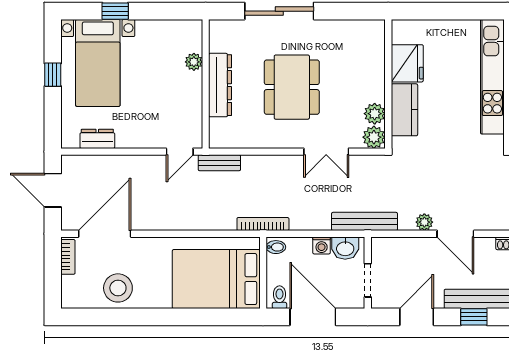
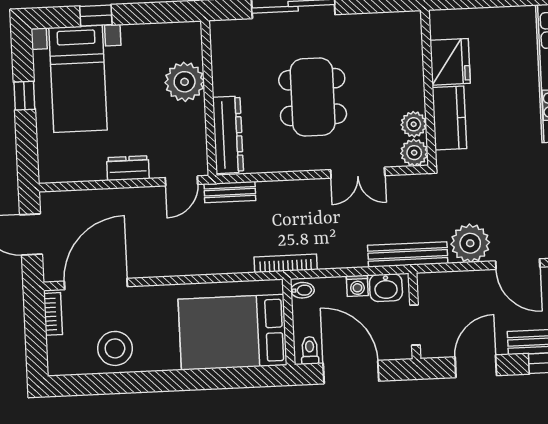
plant: (194, 62) -> (185, 82), width x1.87, depth x1.87
dresser: (220, 85) -> (228, 135), moved
dresser: (97, 139) -> (128, 168), moved
plant: (424, 222) -> (470, 243), width x1.87, depth x1.87

